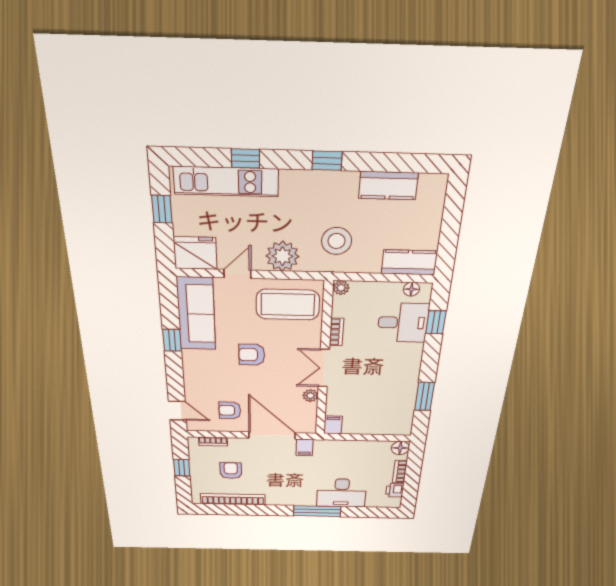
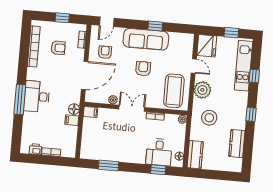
sofa: (196, 314) -> (146, 39), moved
filing cabinet: (305, 447) -> (72, 120), moved
floor lamp: (400, 448) -> (74, 109), moved
desk: (341, 493) -> (37, 96), moved

